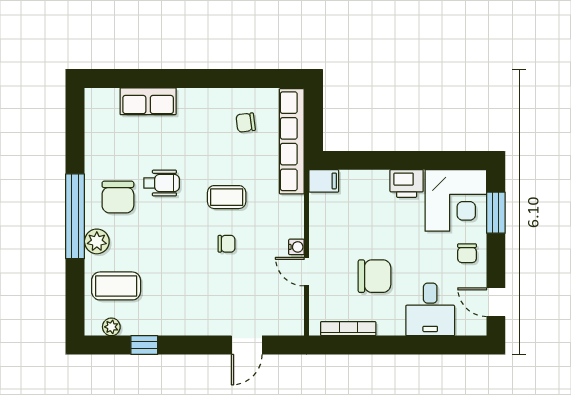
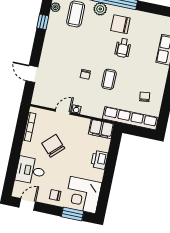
filing cabinet: (324, 181) -> (101, 129), width x2.00
printer: (407, 184) -> (99, 160), moved
chair: (374, 276) -> (53, 146), turned 136

